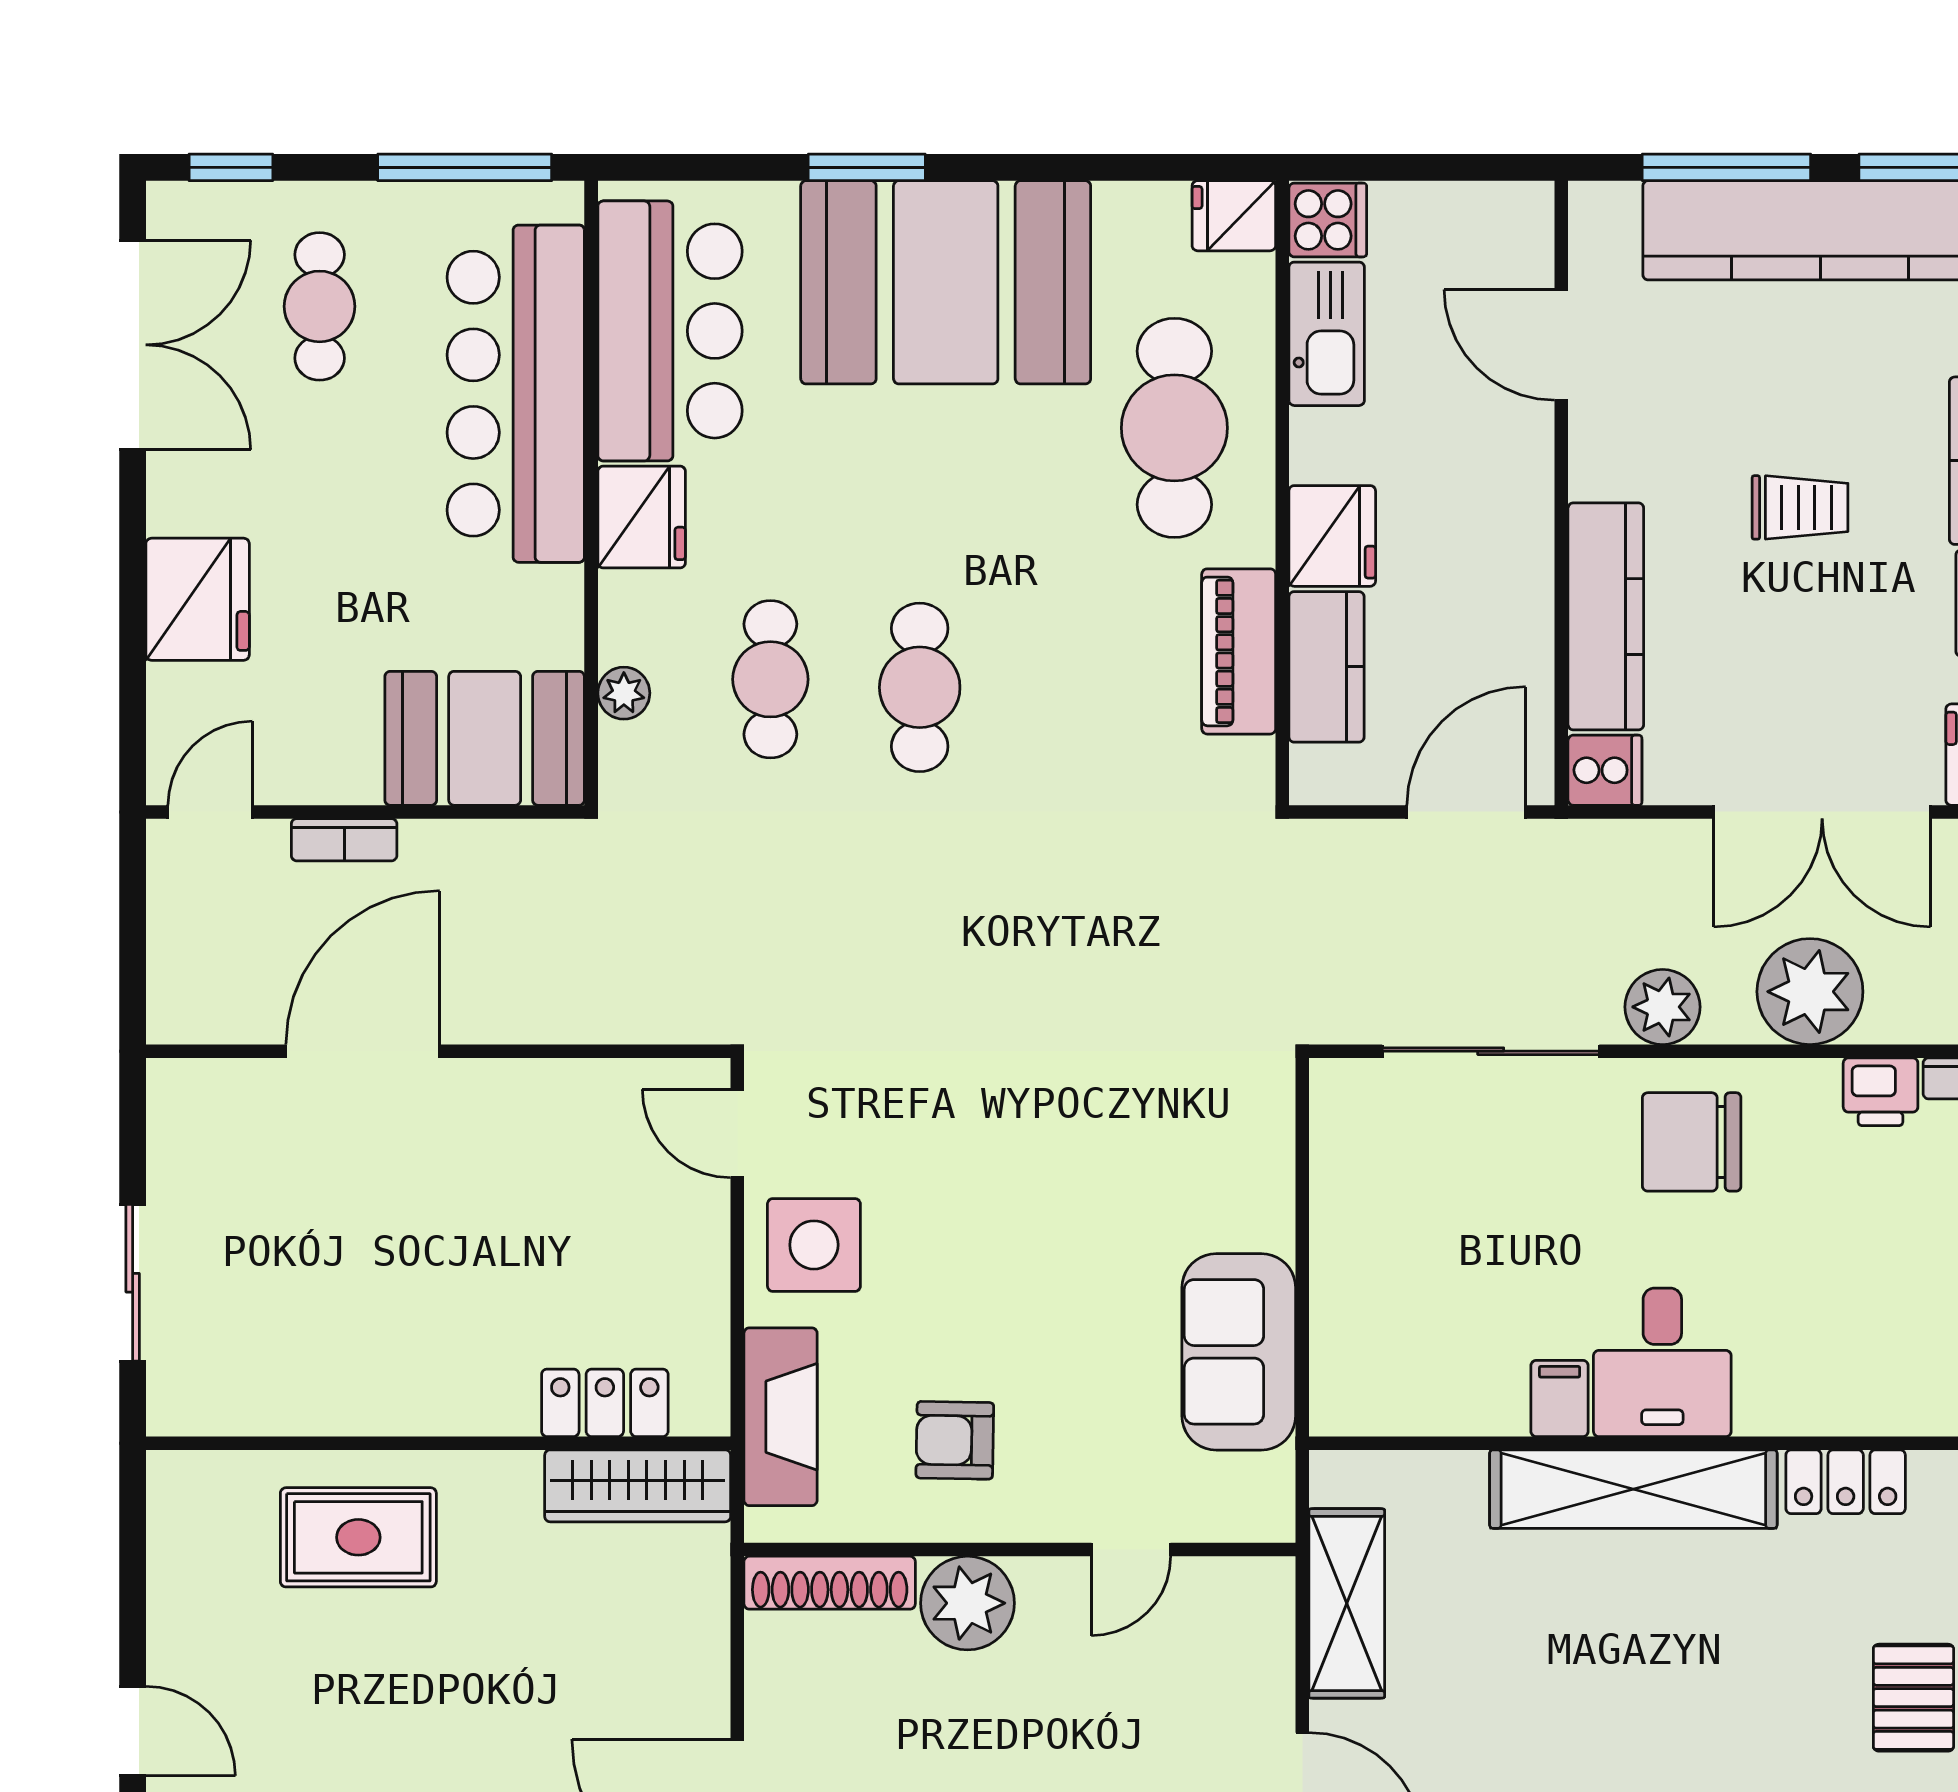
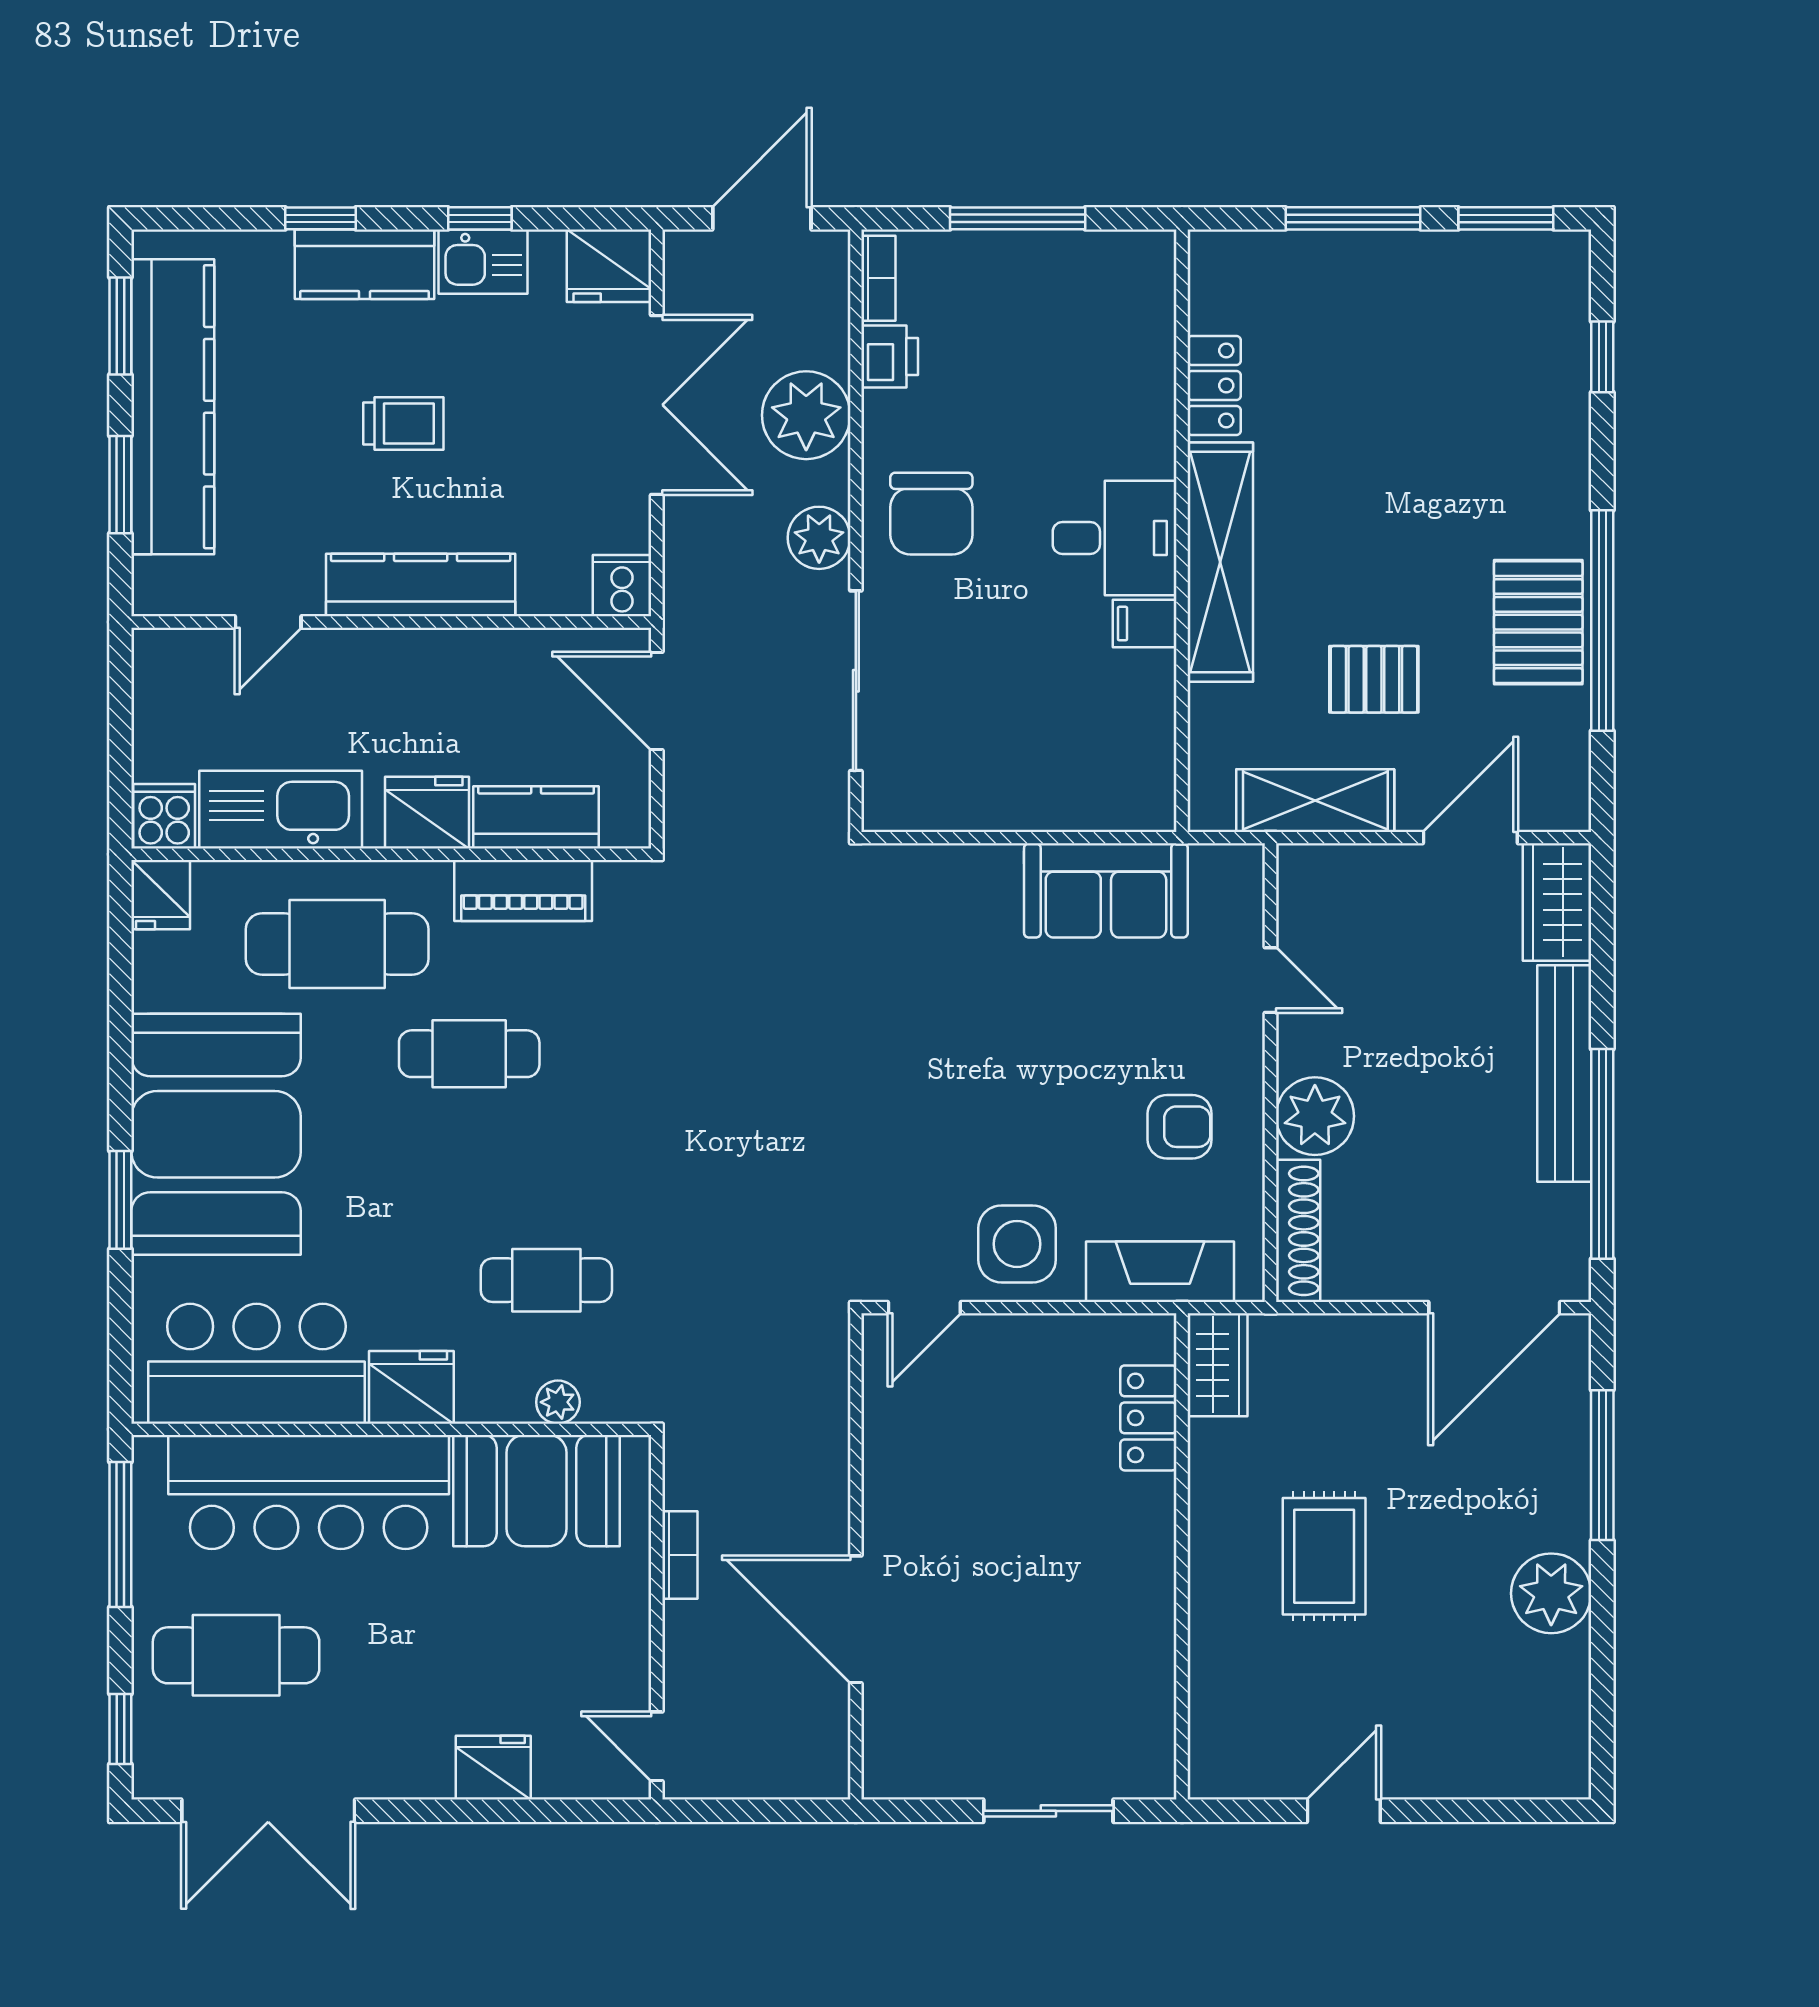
window: (1726, 167) -> (120, 485), width x0.69
cafe table: (320, 306) -> (236, 1655), width x1.37, depth x1.35
kitchen sink: (1327, 334) -> (281, 810), width x1.36, depth x1.24
double door: (133, 345) -> (268, 1811), swing flipped
door: (1561, 345) -> (268, 622), width x0.73
trolley: (1800, 507) -> (403, 423), turned 90
fridge: (198, 599) -> (493, 1768), width x0.73, depth x0.75
kitchen counter: (1606, 616) -> (421, 585), moved
cafe table: (920, 687) -> (469, 1054), moved
booth: (485, 738) -> (537, 1491), moved, turned 90
bookcase: (344, 840) -> (680, 1555), moved
armchair: (955, 1440) -> (1180, 1127), turned -91
wardrobe: (638, 1486) -> (1217, 1365), width x0.67
rug: (358, 1537) -> (1324, 1556), moved
pallet: (1913, 1698) -> (1374, 679), moved
door: (133, 1731) -> (1344, 1811), moved

